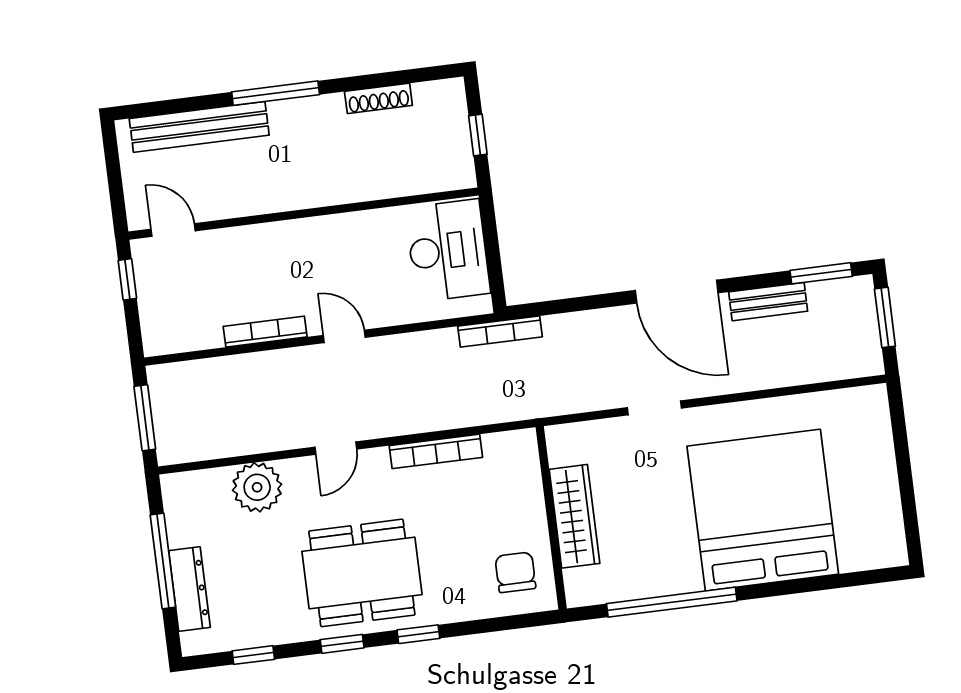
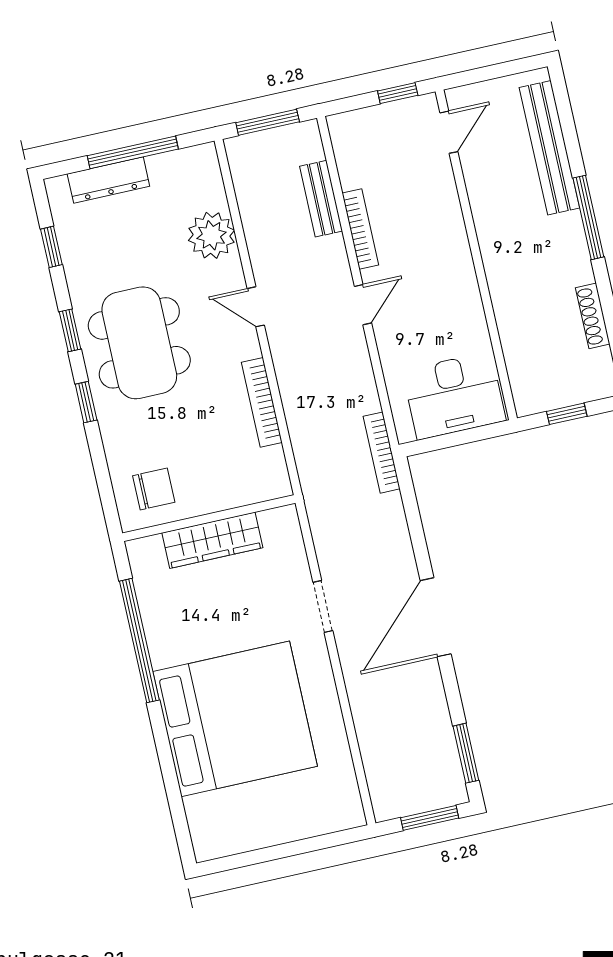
bench: (768, 302) -> (321, 199), moved

